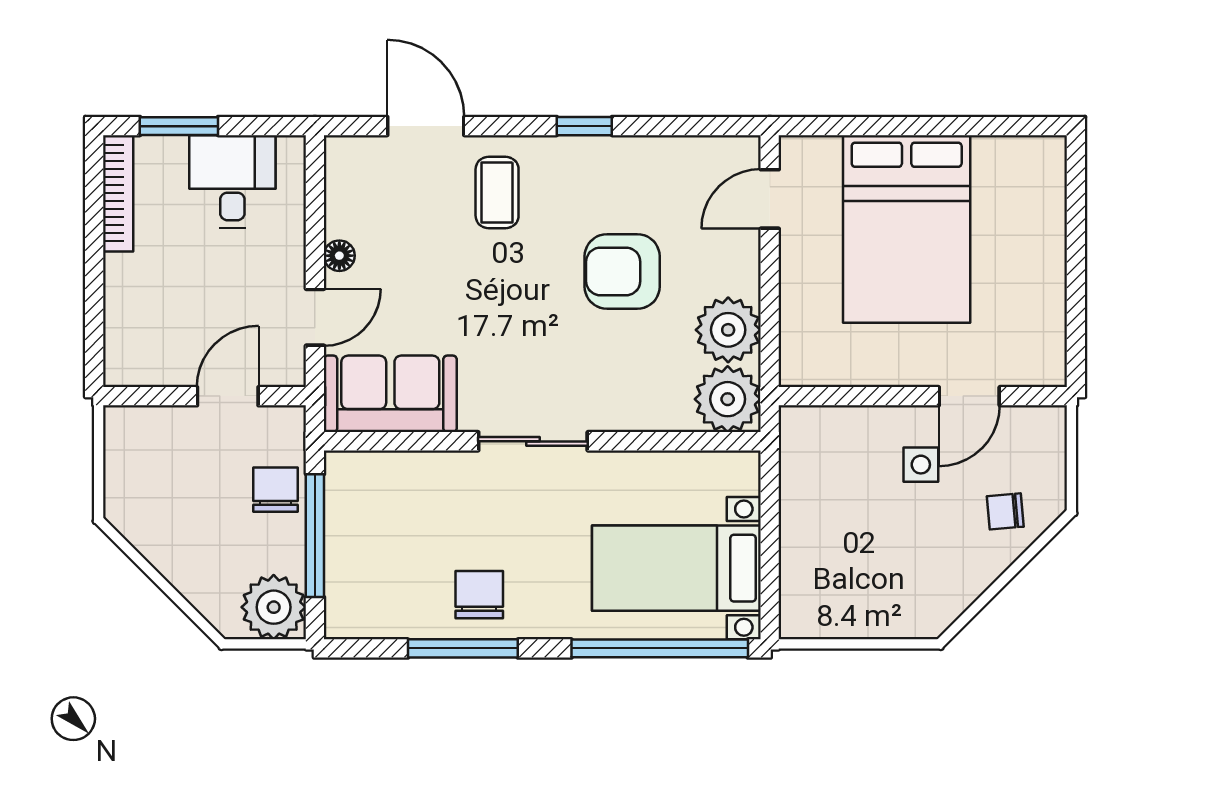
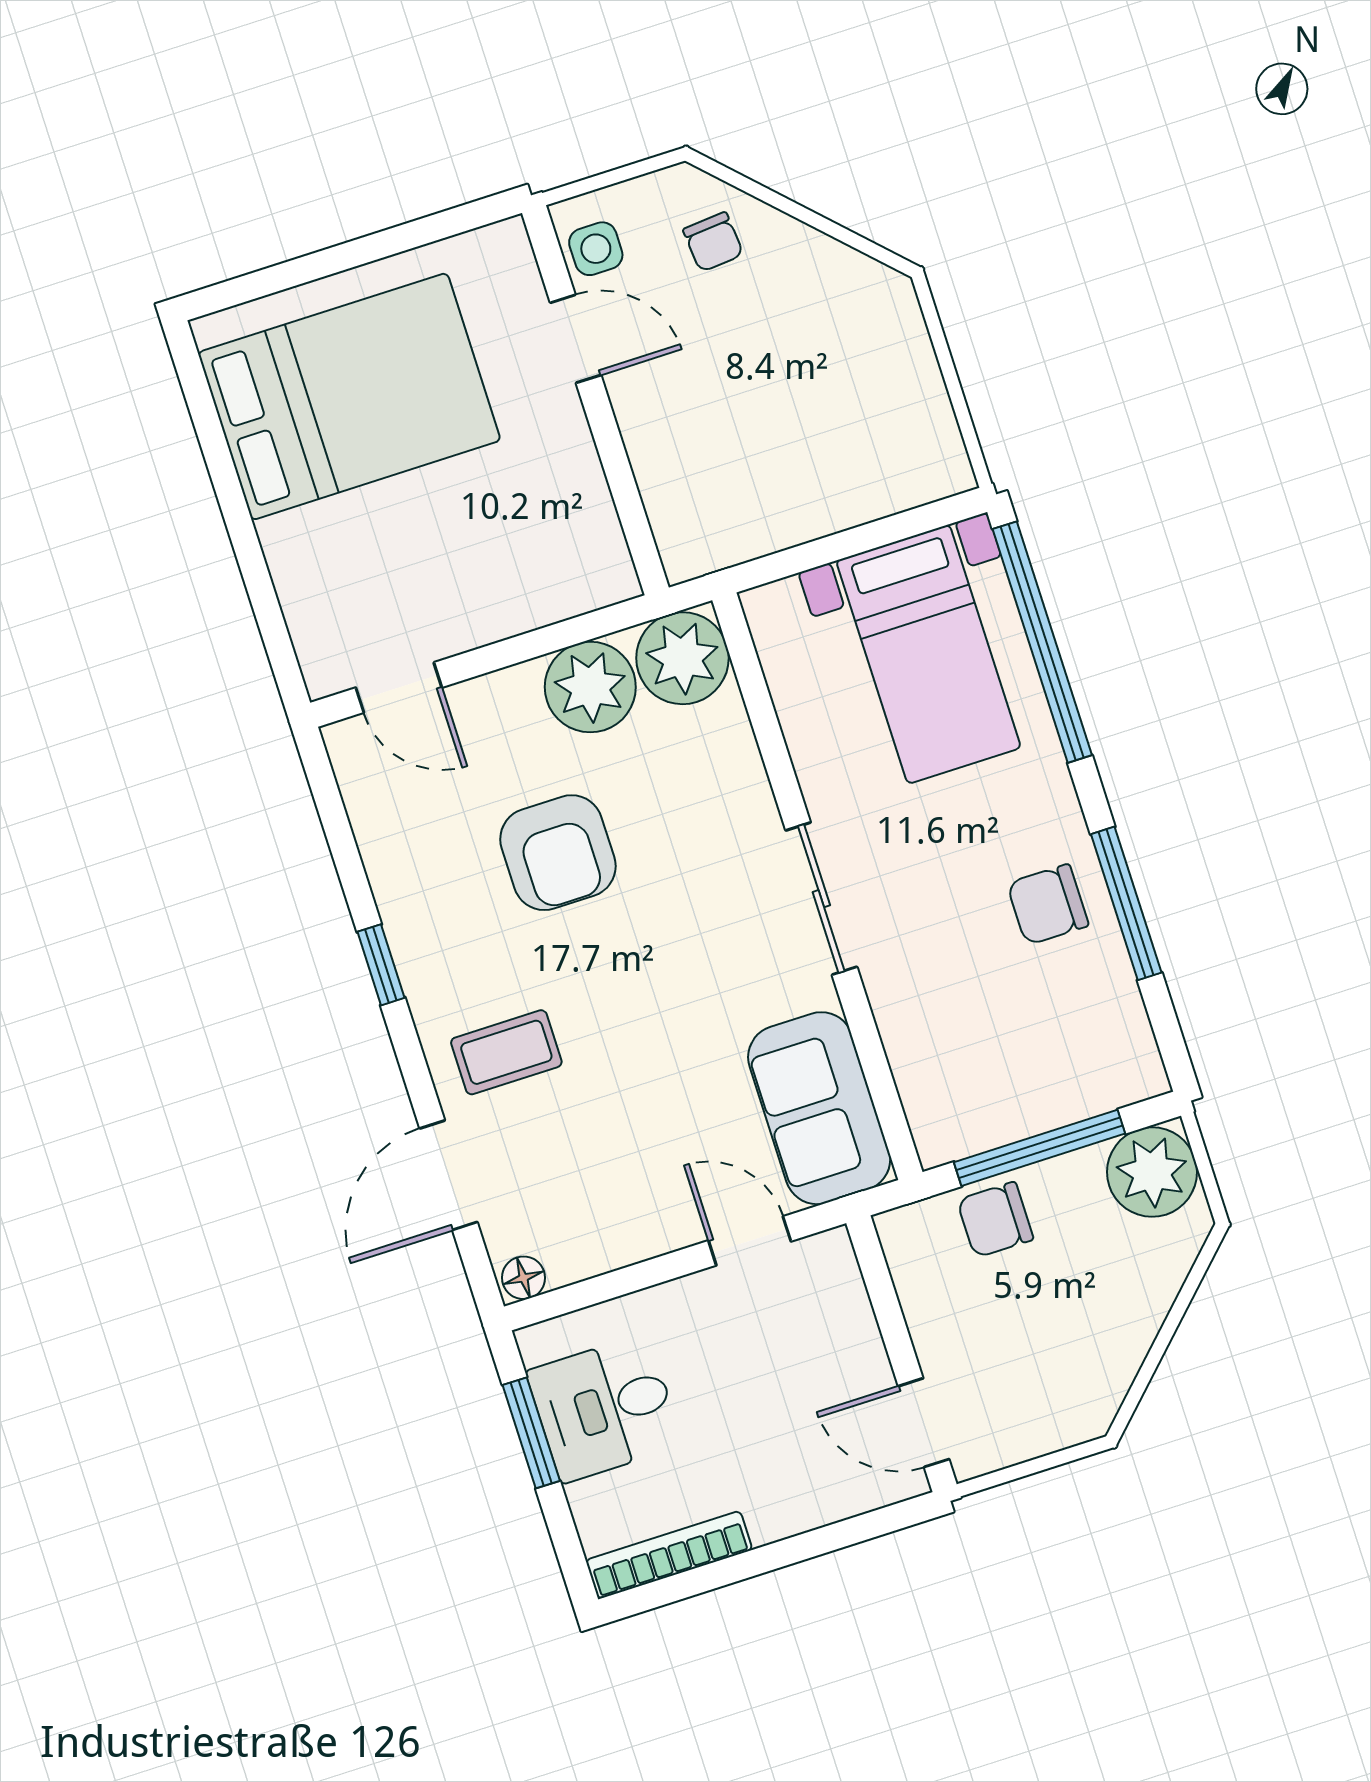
window: (179, 126) -> (531, 1433), moved
bed: (907, 229) -> (349, 396), moved
floor lamp: (339, 256) -> (524, 1278), moved
door: (228, 396) -> (924, 1423), moved
side table: (921, 465) -> (596, 249), moved

